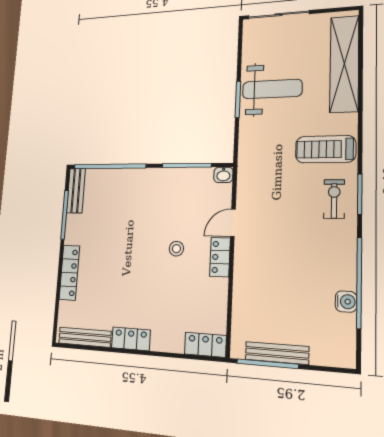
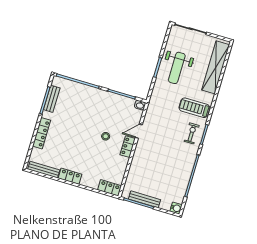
weight bench: (272, 89) -> (177, 68), turned 90
bench: (76, 191) -> (52, 99), moved
water cooler: (346, 302) -> (176, 208), moved

